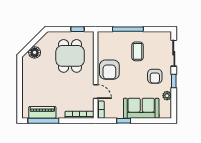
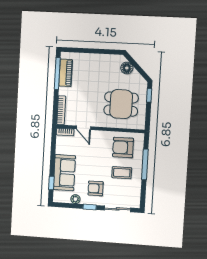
window: (78, 29) -> (149, 95), moved
armchair: (109, 70) -> (123, 147), moved
door: (96, 92) -> (83, 128), hinge flipped
window: (124, 121) -> (51, 183), moved

